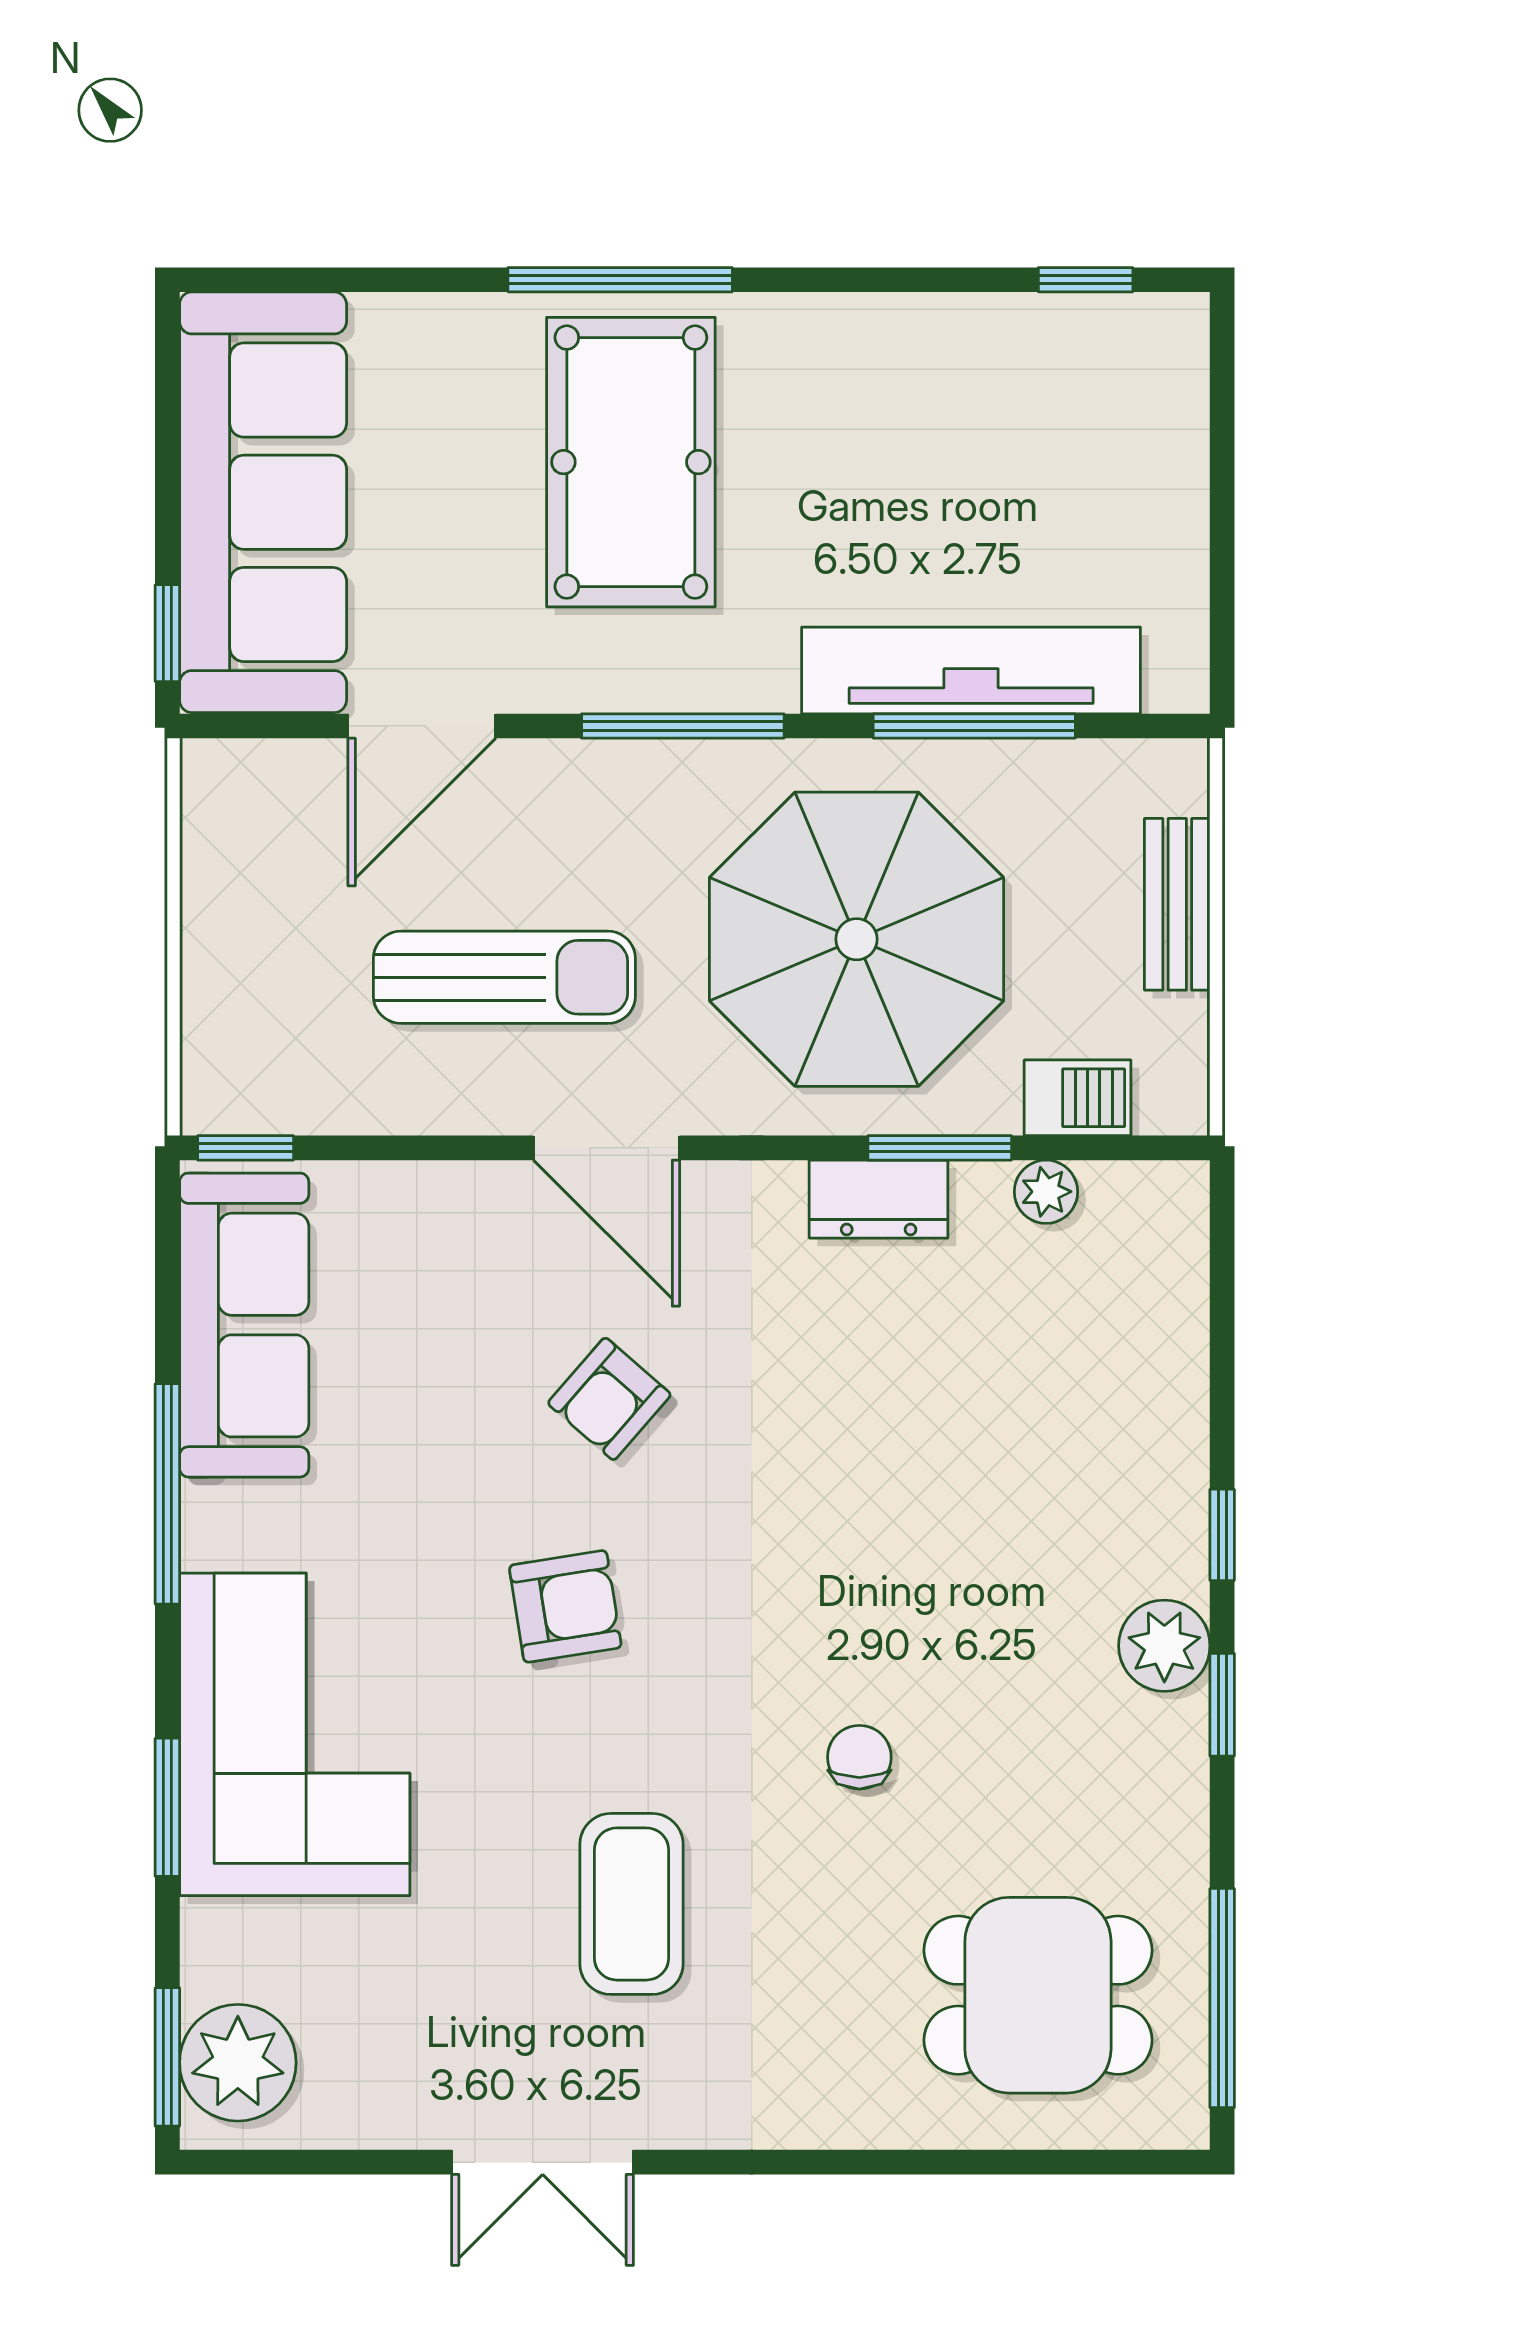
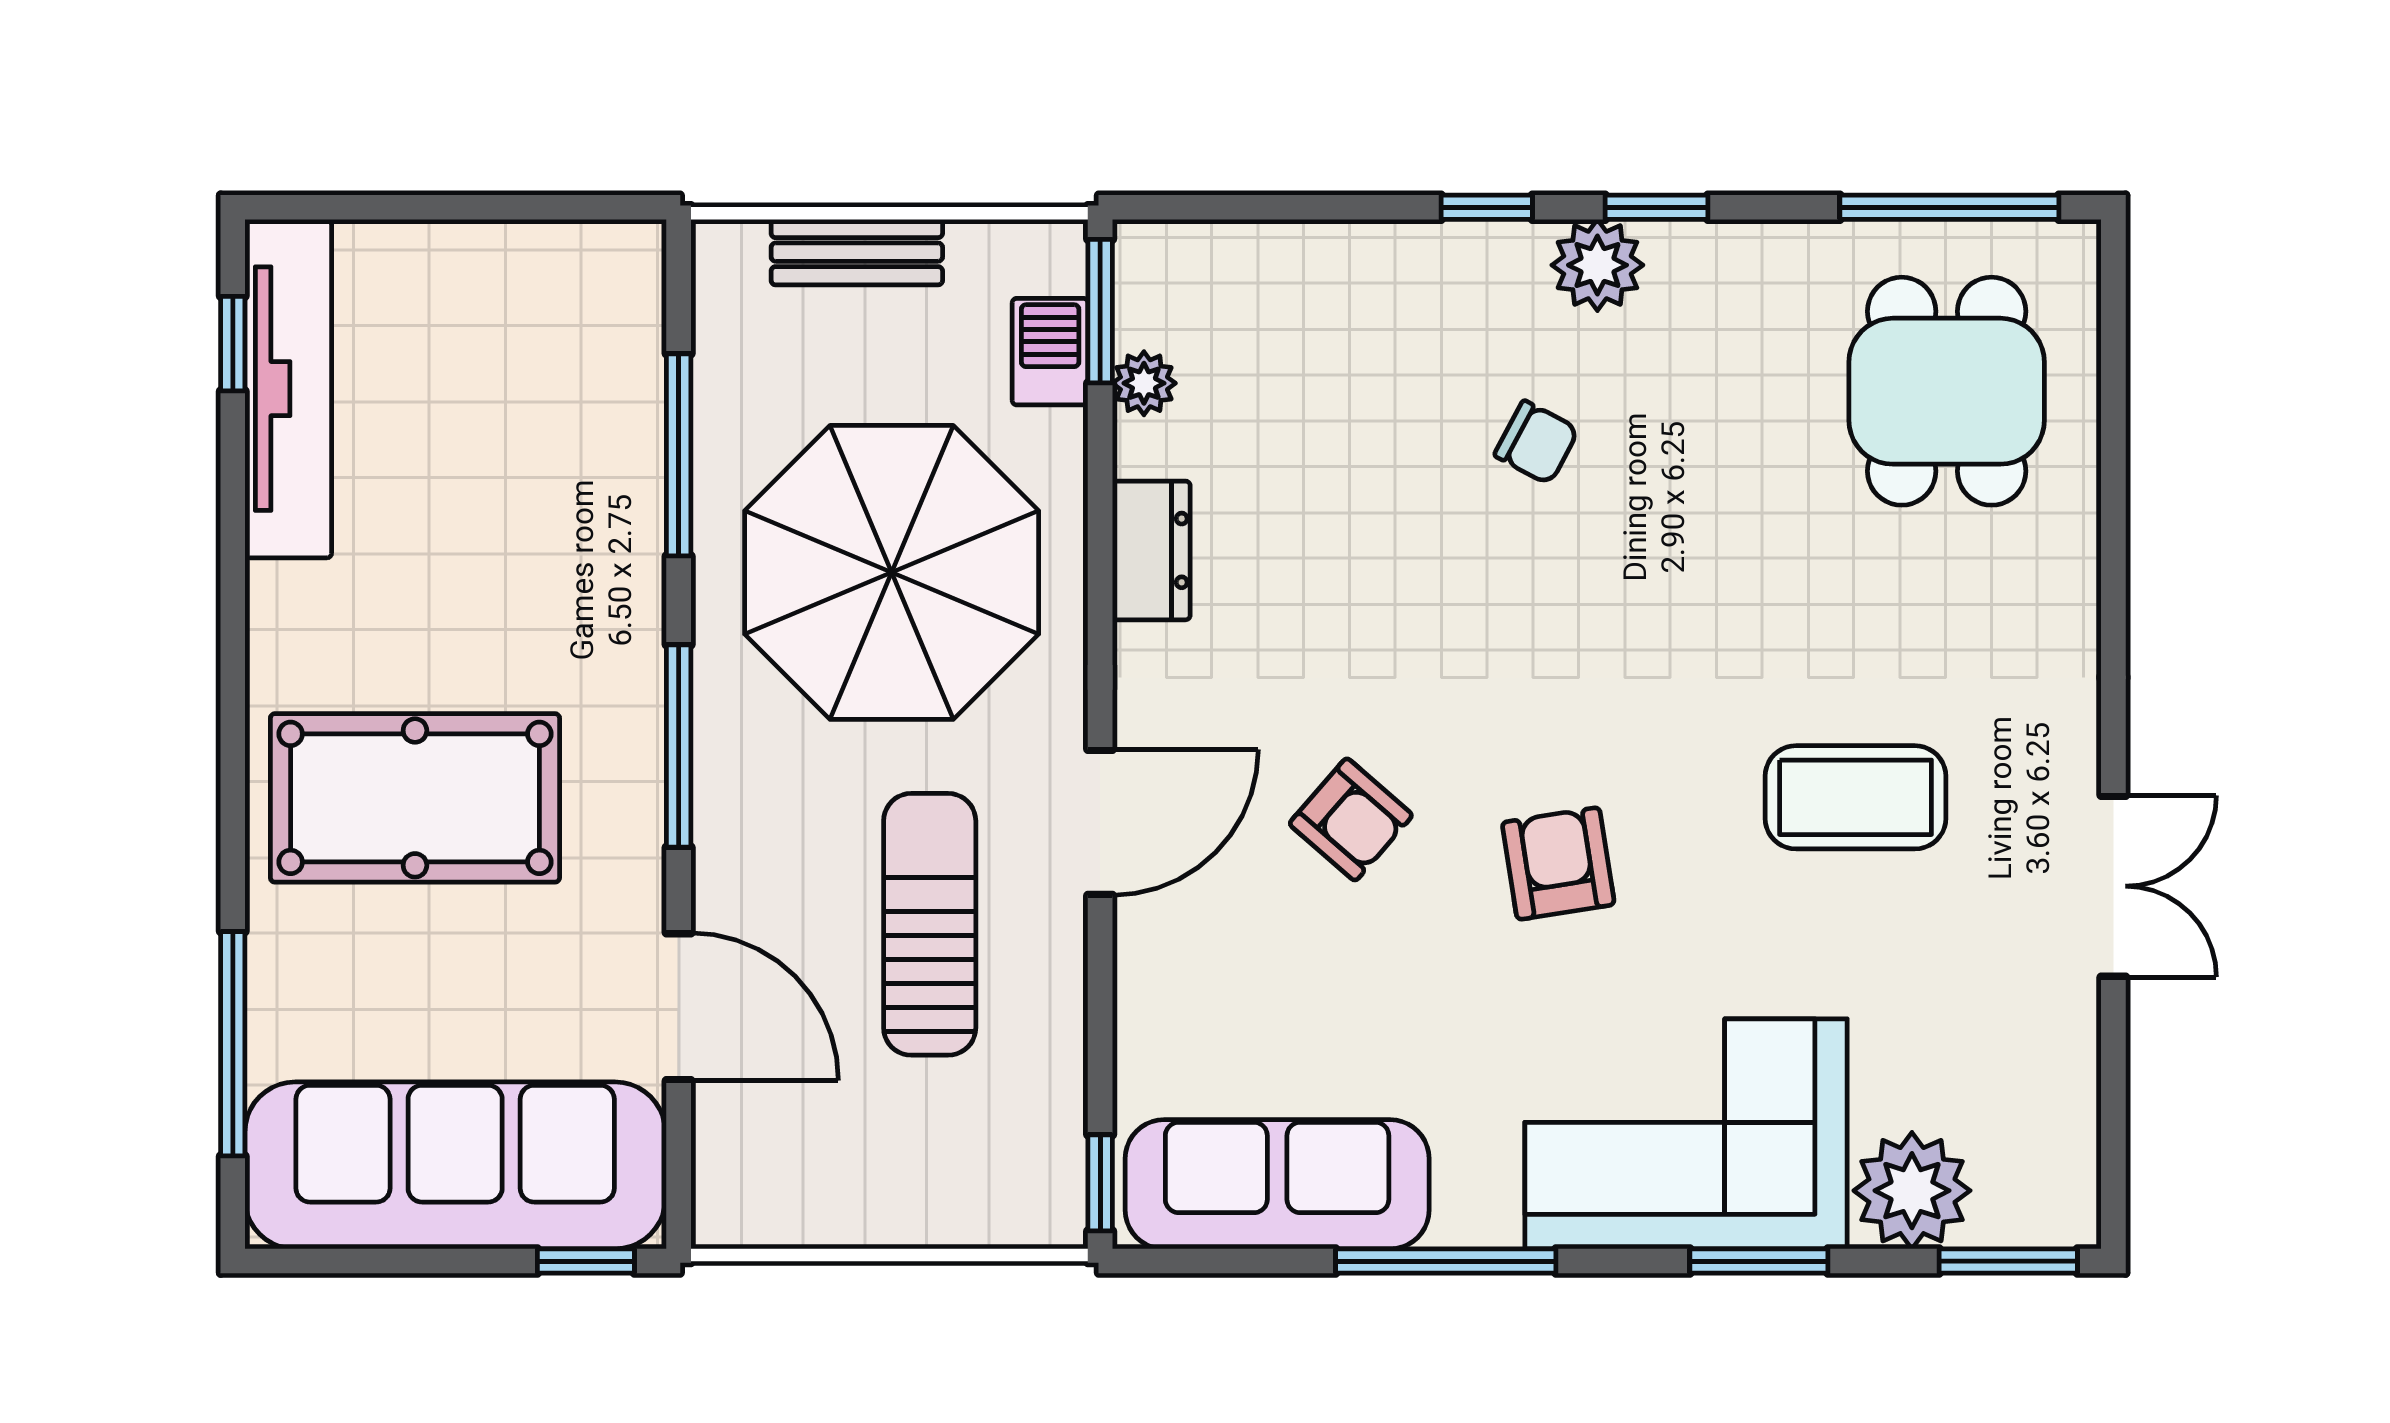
window: (620, 280) -> (233, 1044), moved
tv unit: (971, 670) -> (288, 389), moved, turned 180
window: (940, 1148) -> (1100, 311), moved
chair: (859, 1757) -> (1536, 442), moved, turned -152
plant: (238, 2063) -> (1912, 1191), moved

